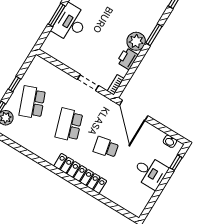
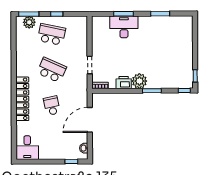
school desk: (32, 102) -> (52, 34), turned 33
door: (134, 110) -> (90, 120), moved
school desk: (69, 125) -> (52, 70), turned 42
desk: (150, 172) -> (27, 148), moved

